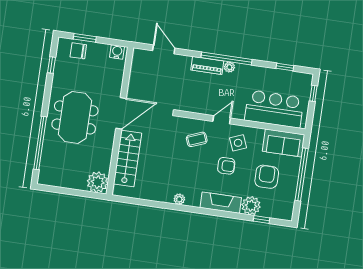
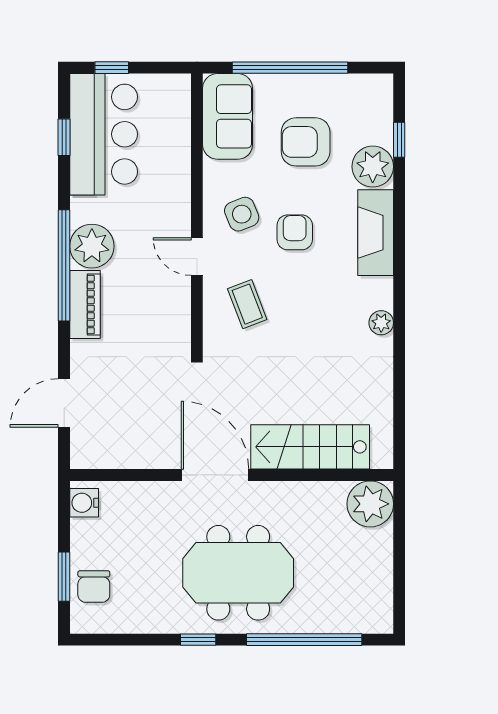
window: (51, 65) -> (198, 640), moved
plant: (229, 67) -> (92, 246), width x1.88, depth x1.88
bar counter: (274, 109) -> (104, 134), moved, turned 180

